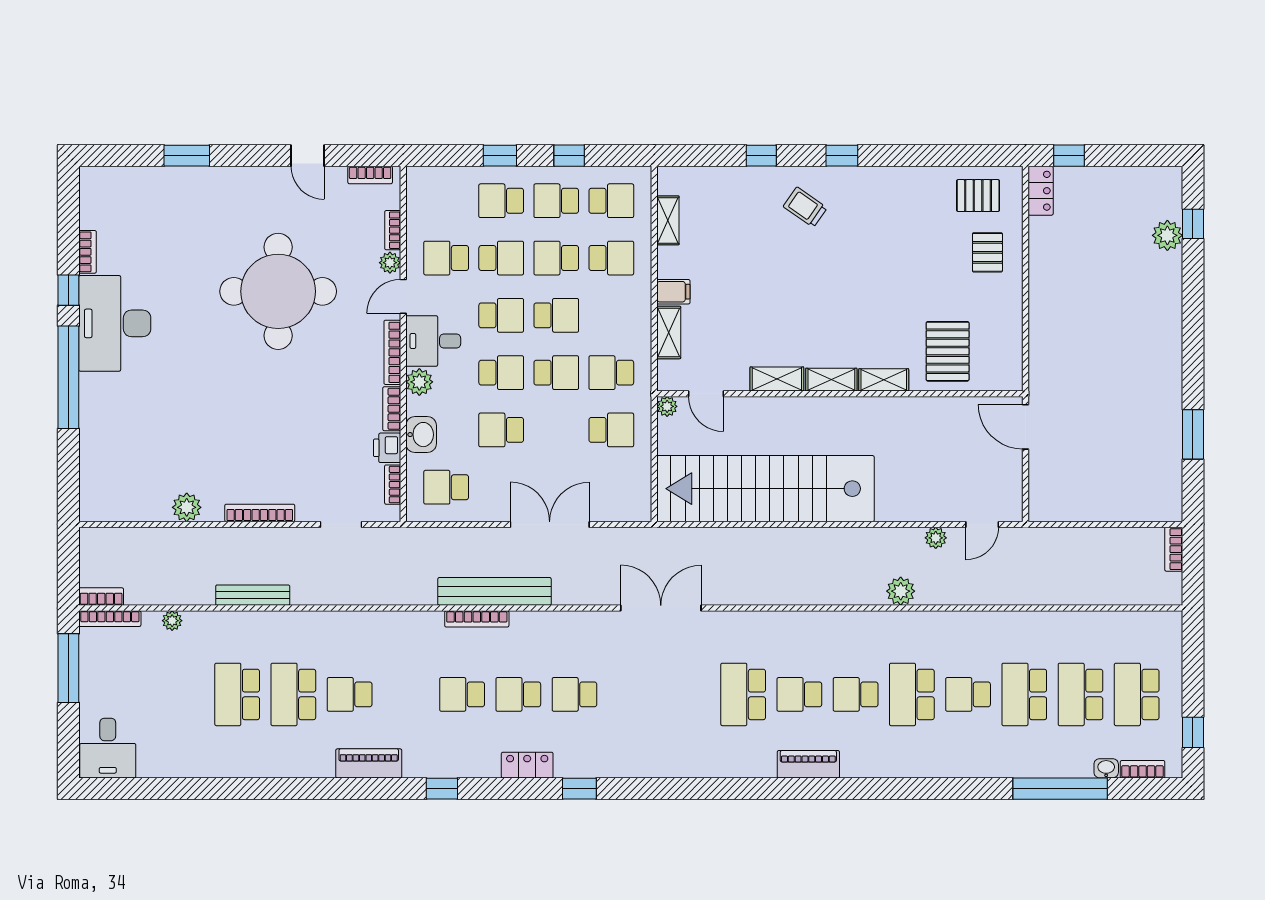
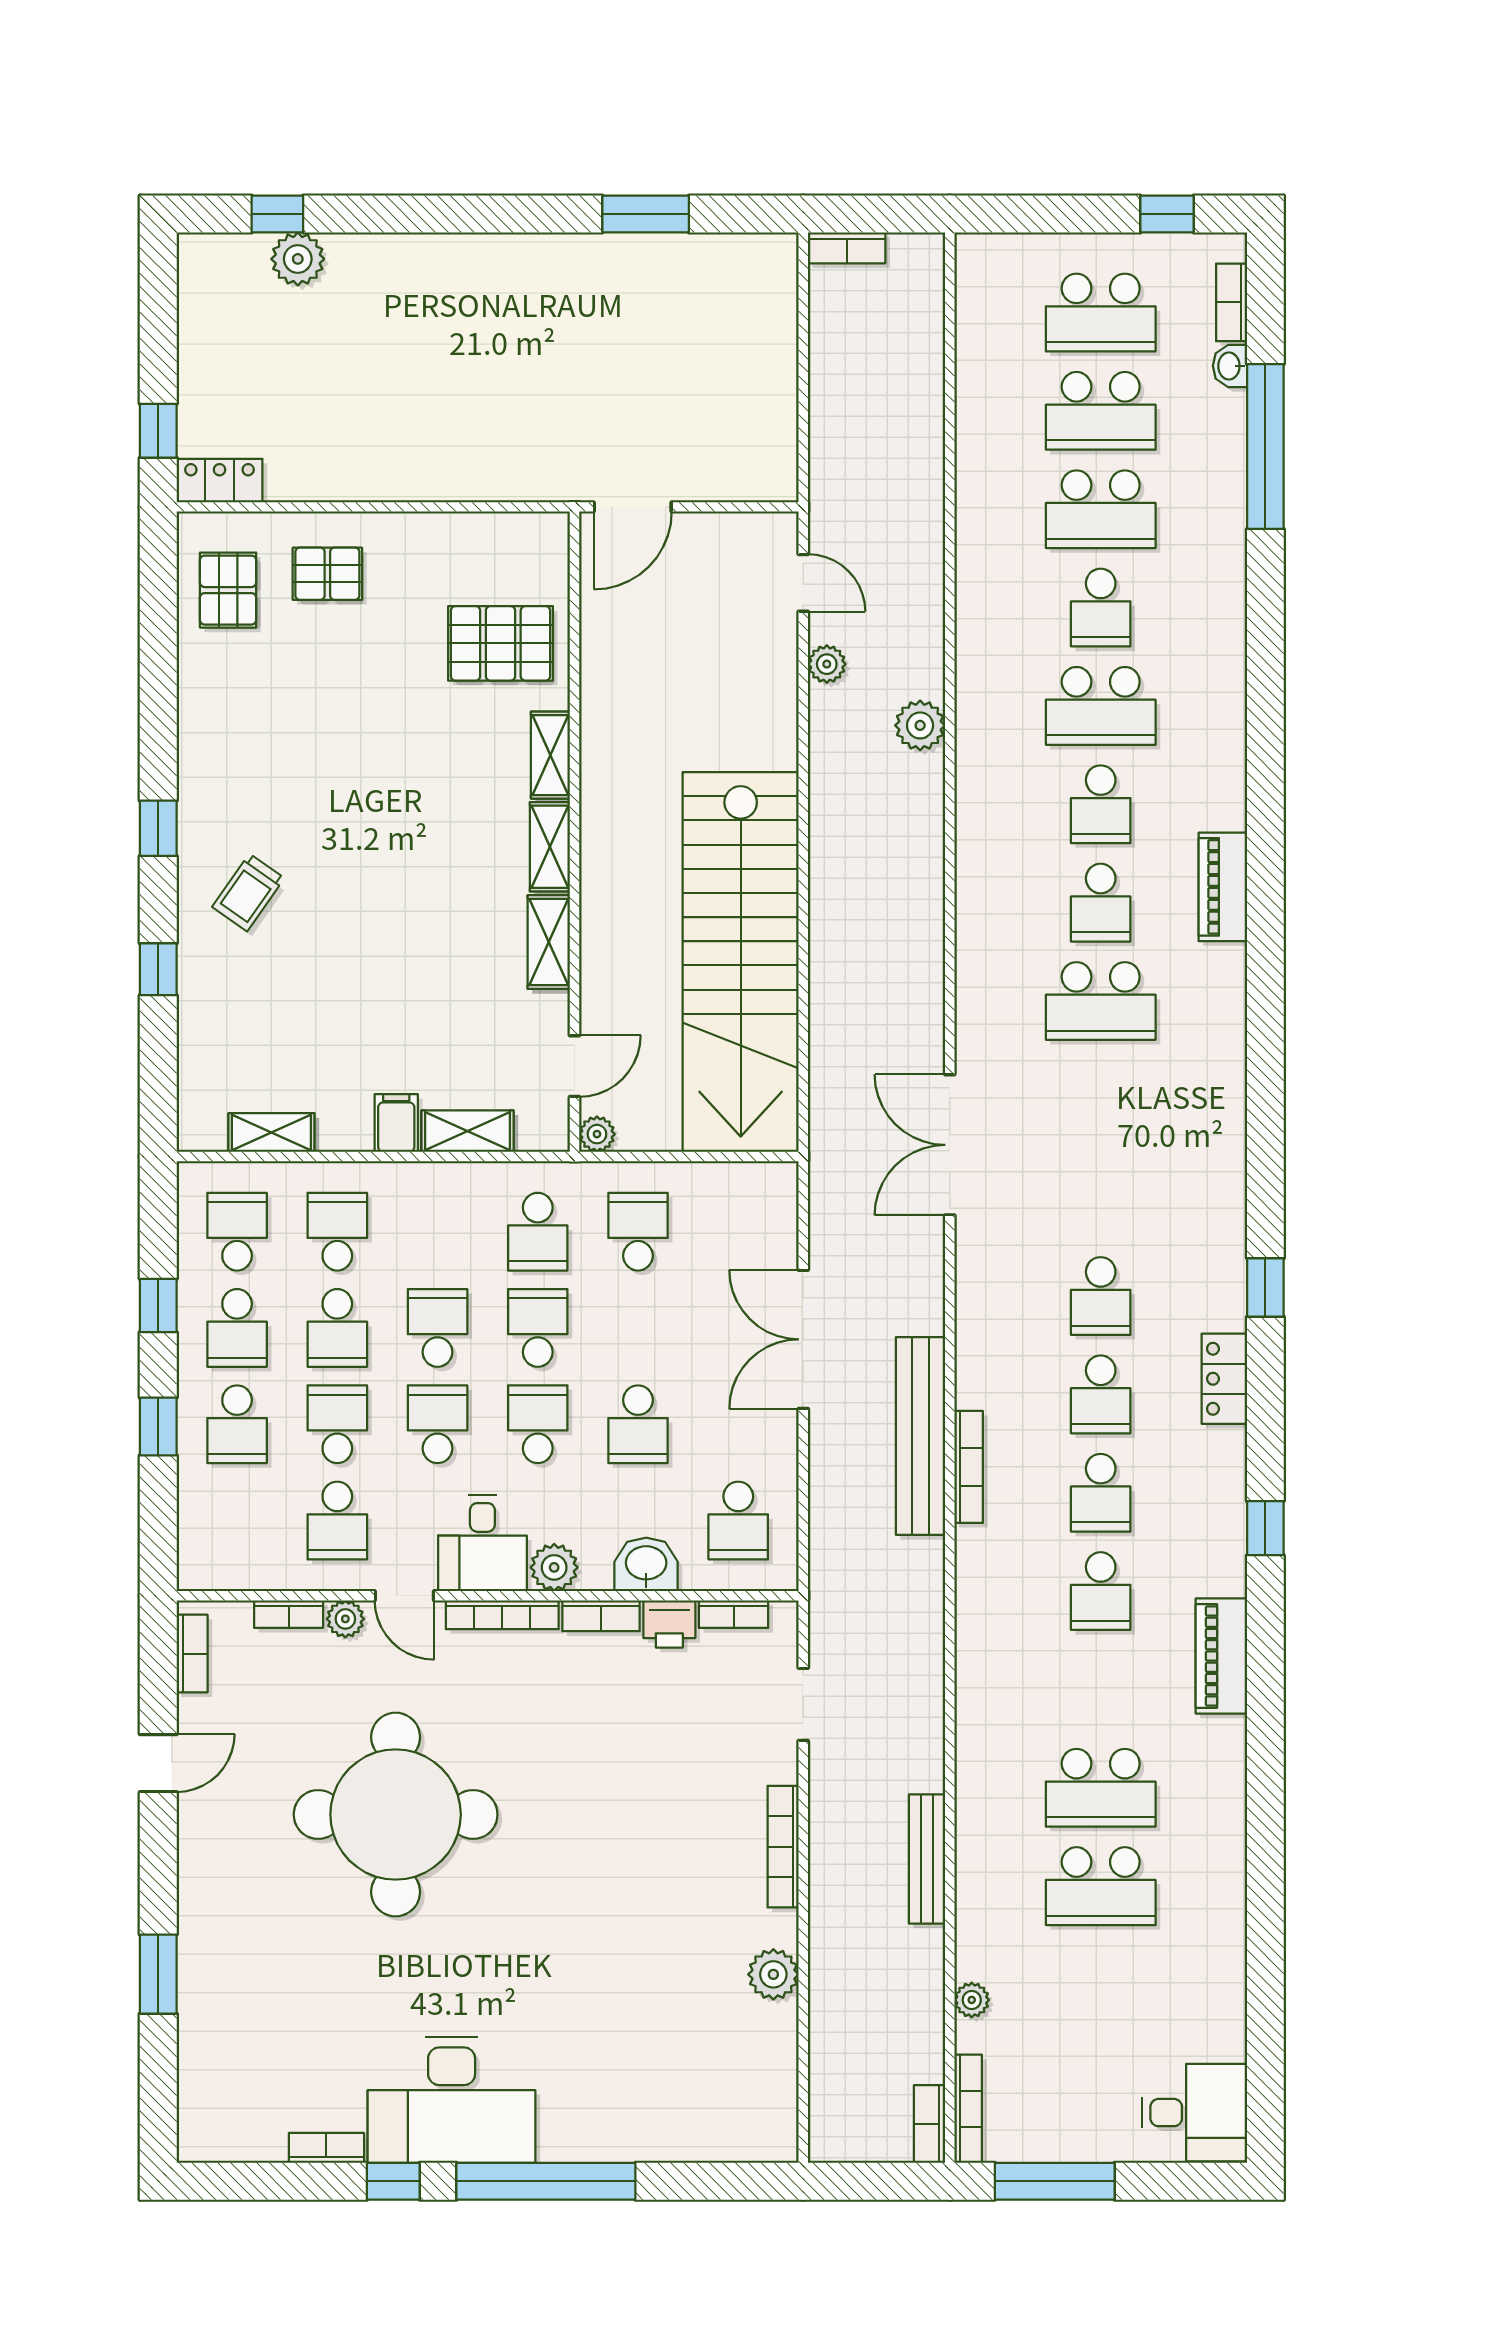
school desk: (350, 694) -> (1101, 1591), moved

